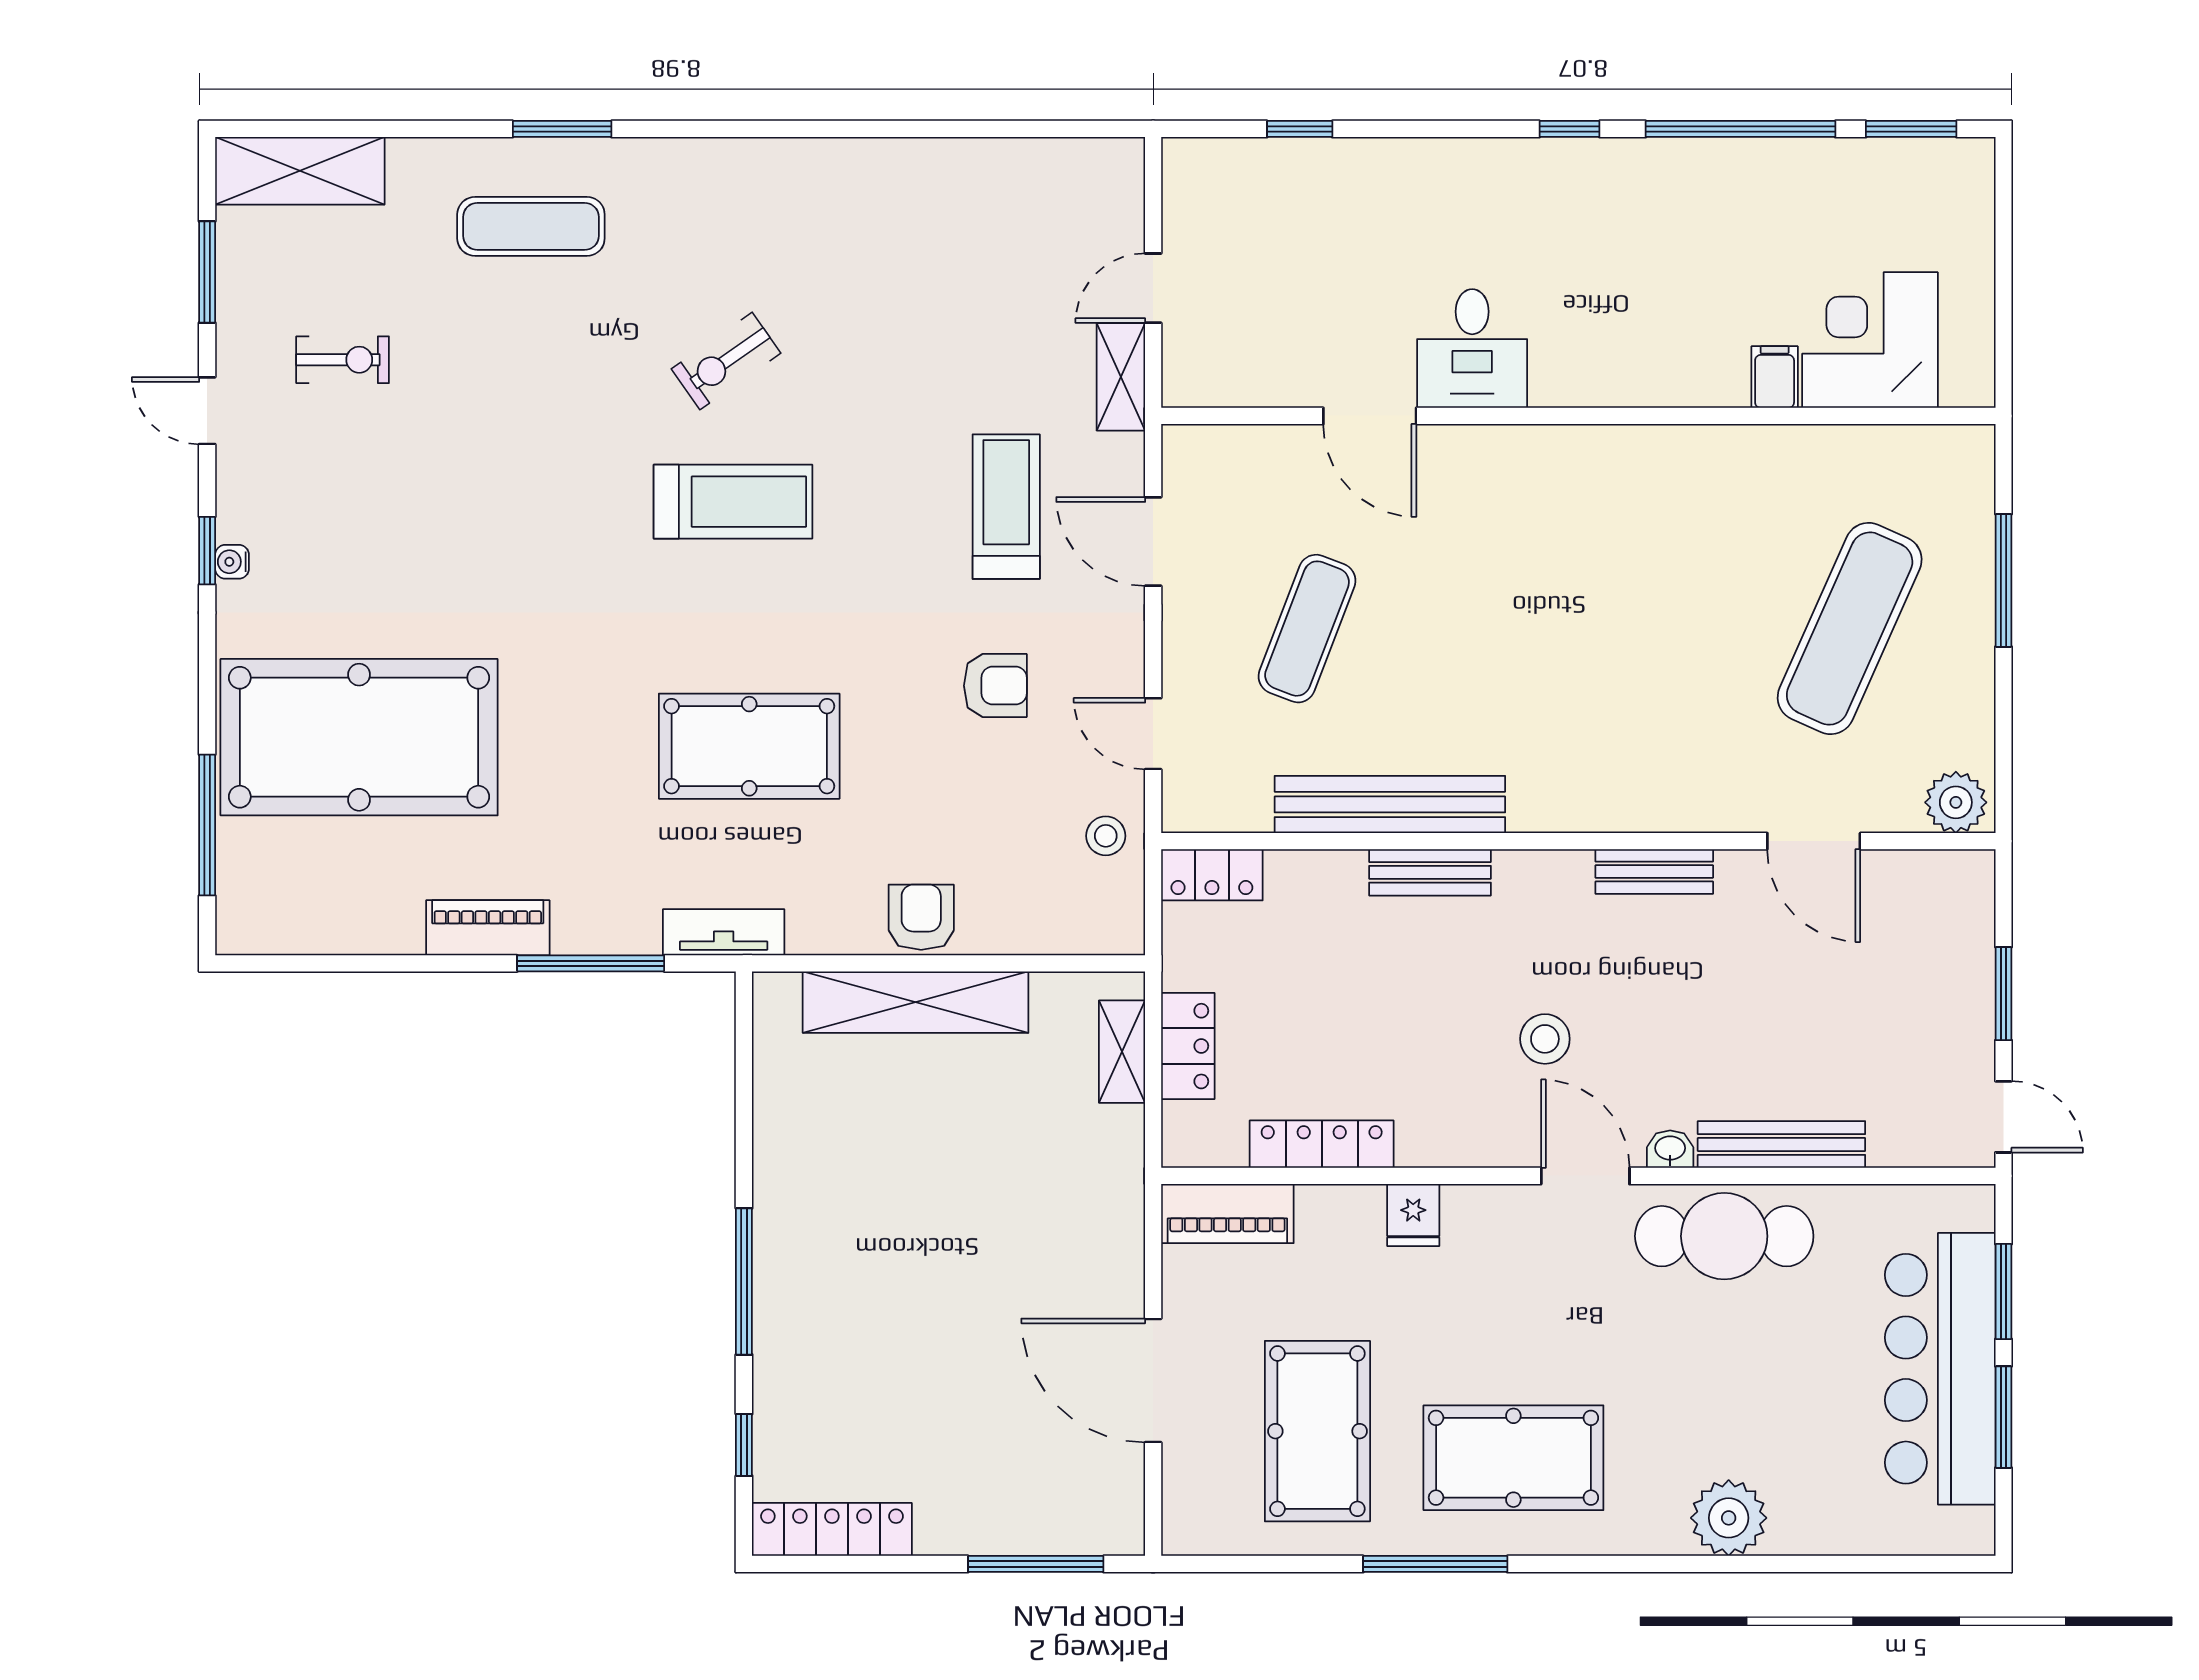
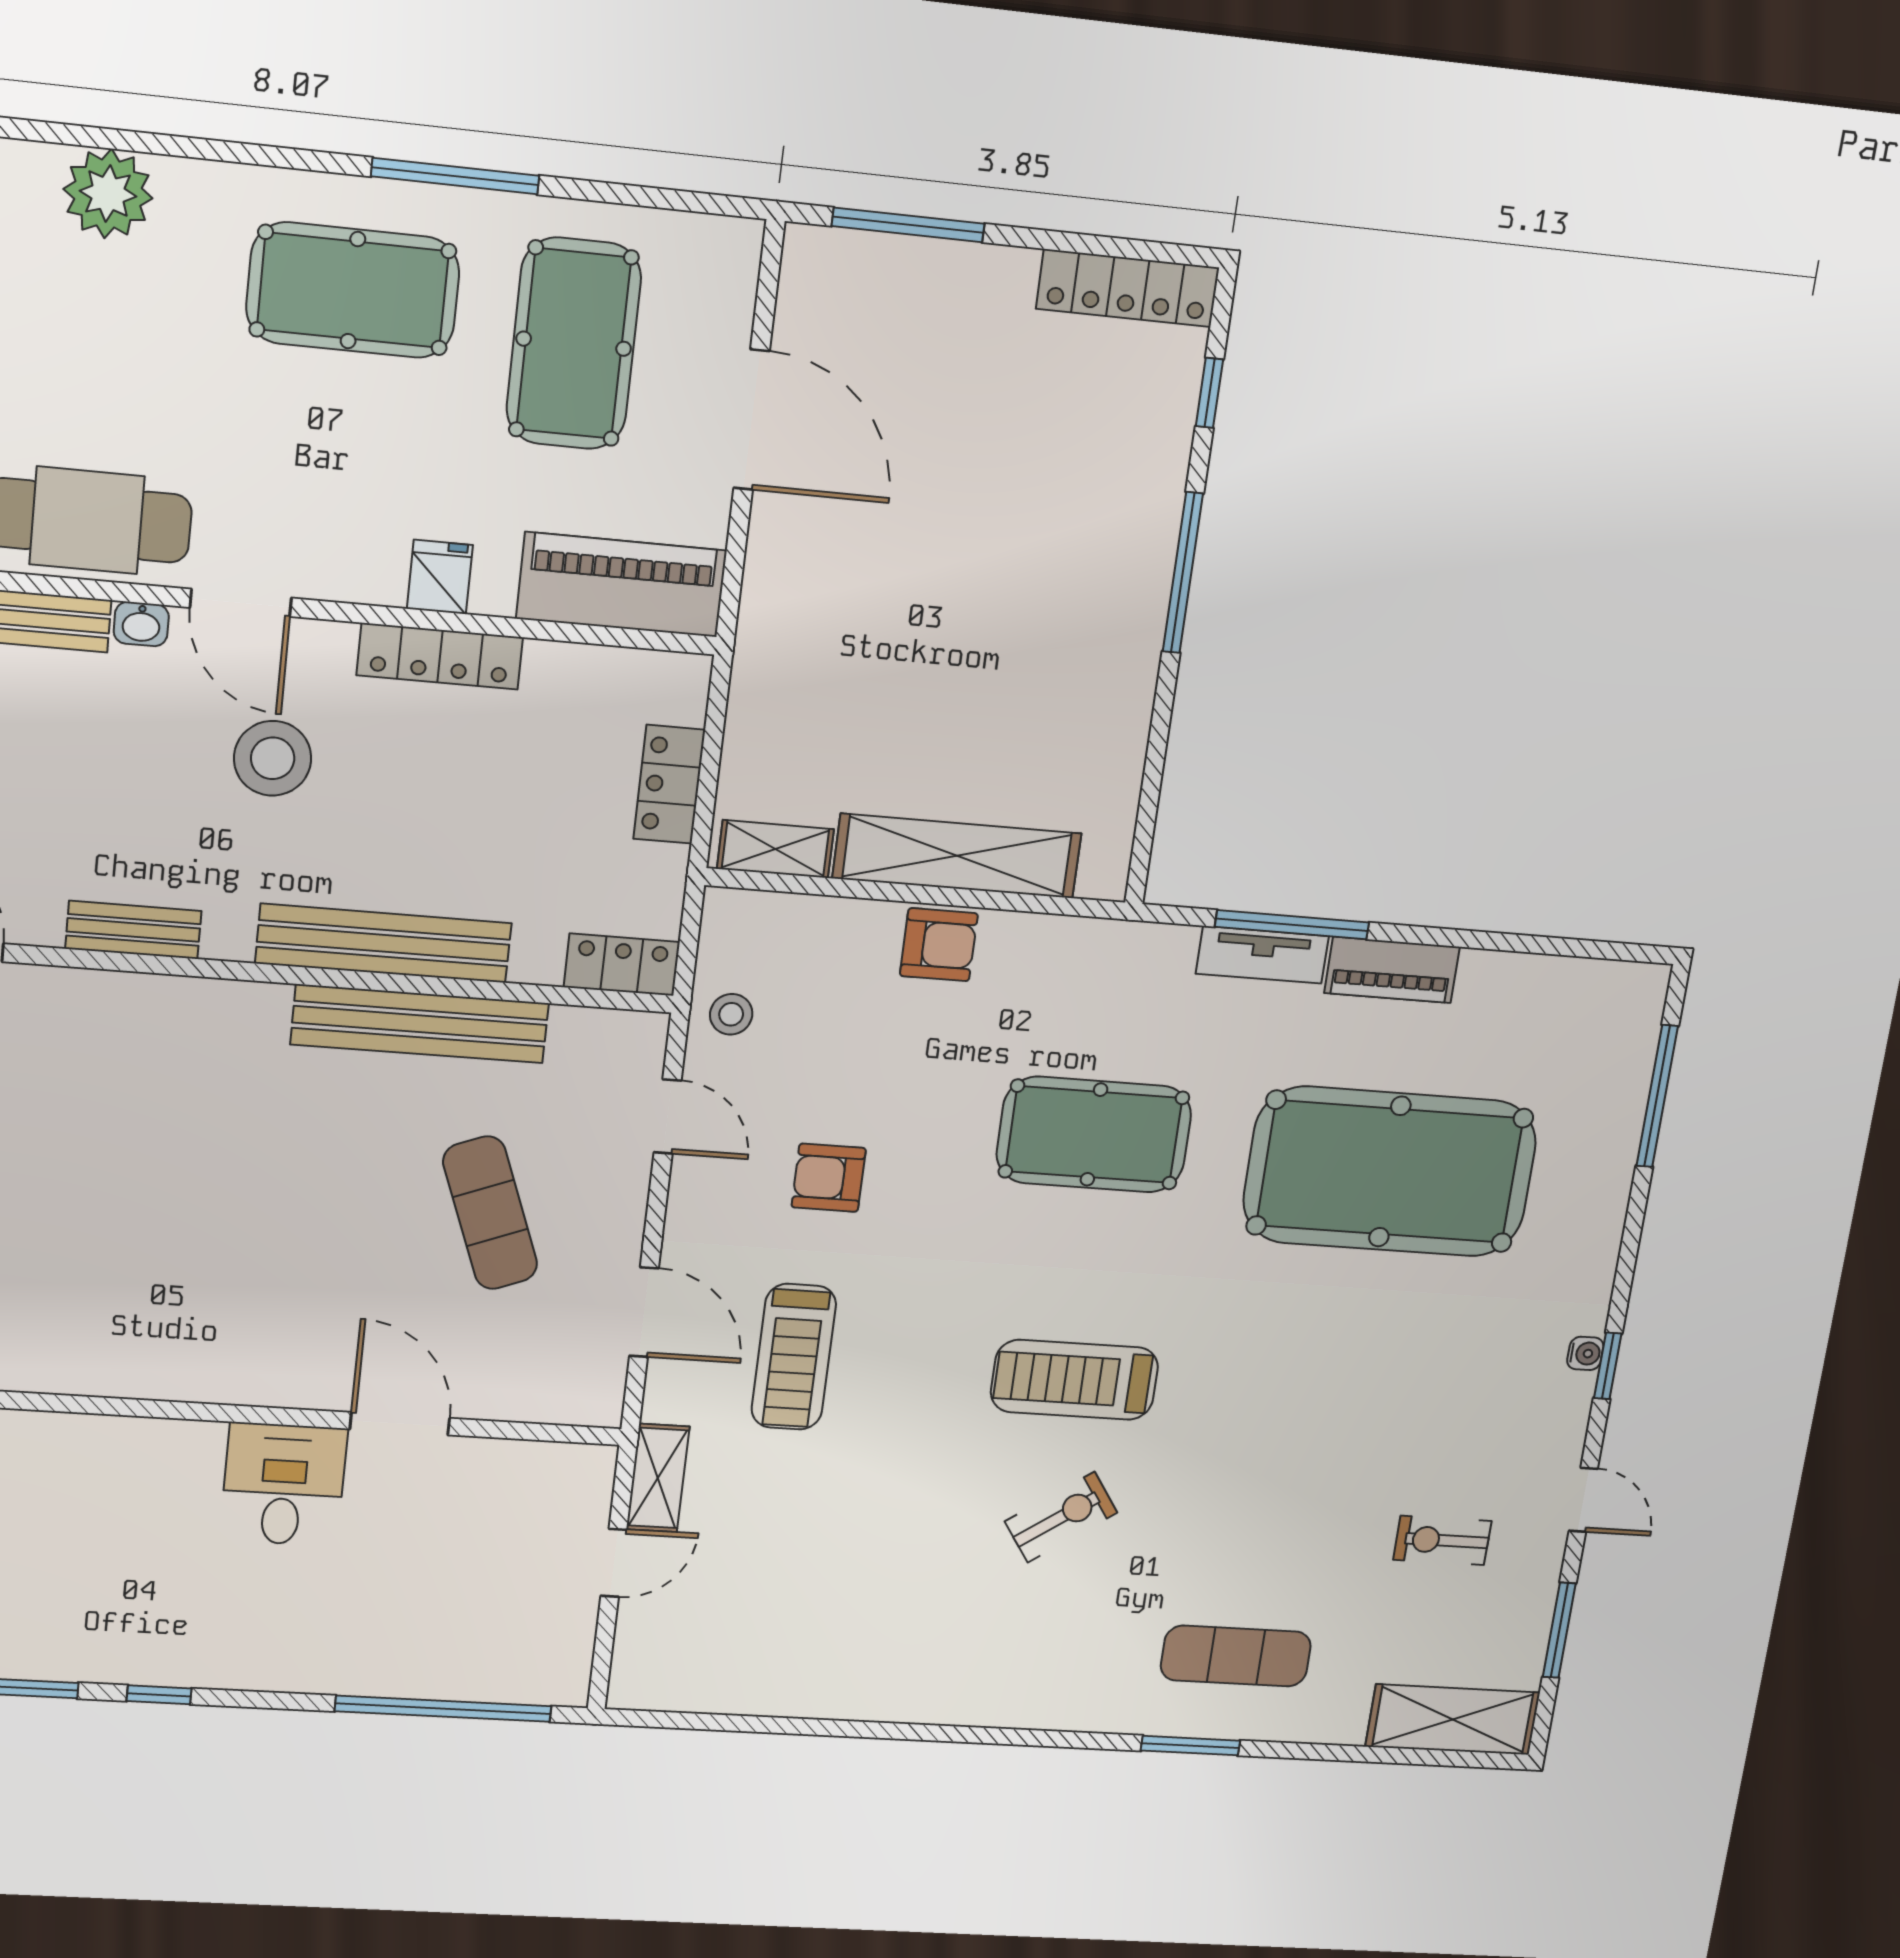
window: (1300, 129) -> (443, 1709), width x3.17
exercise mat: (1307, 629) -> (490, 1213), turned -42
pool table: (359, 737) -> (1390, 1172), moved
bench: (1430, 872) -> (384, 943), width x1.86, depth x1.21
armchair: (921, 917) -> (939, 945), turned -90
tv unit: (724, 932) -> (1262, 955), moved
stool: (1545, 1039) -> (273, 758), width x1.38, depth x1.38
shelving: (1122, 1052) -> (775, 849), moved, turned 90
locker: (1322, 1144) -> (440, 656), moved
piano: (1227, 1214) -> (621, 585), width x1.37, depth x1.33

